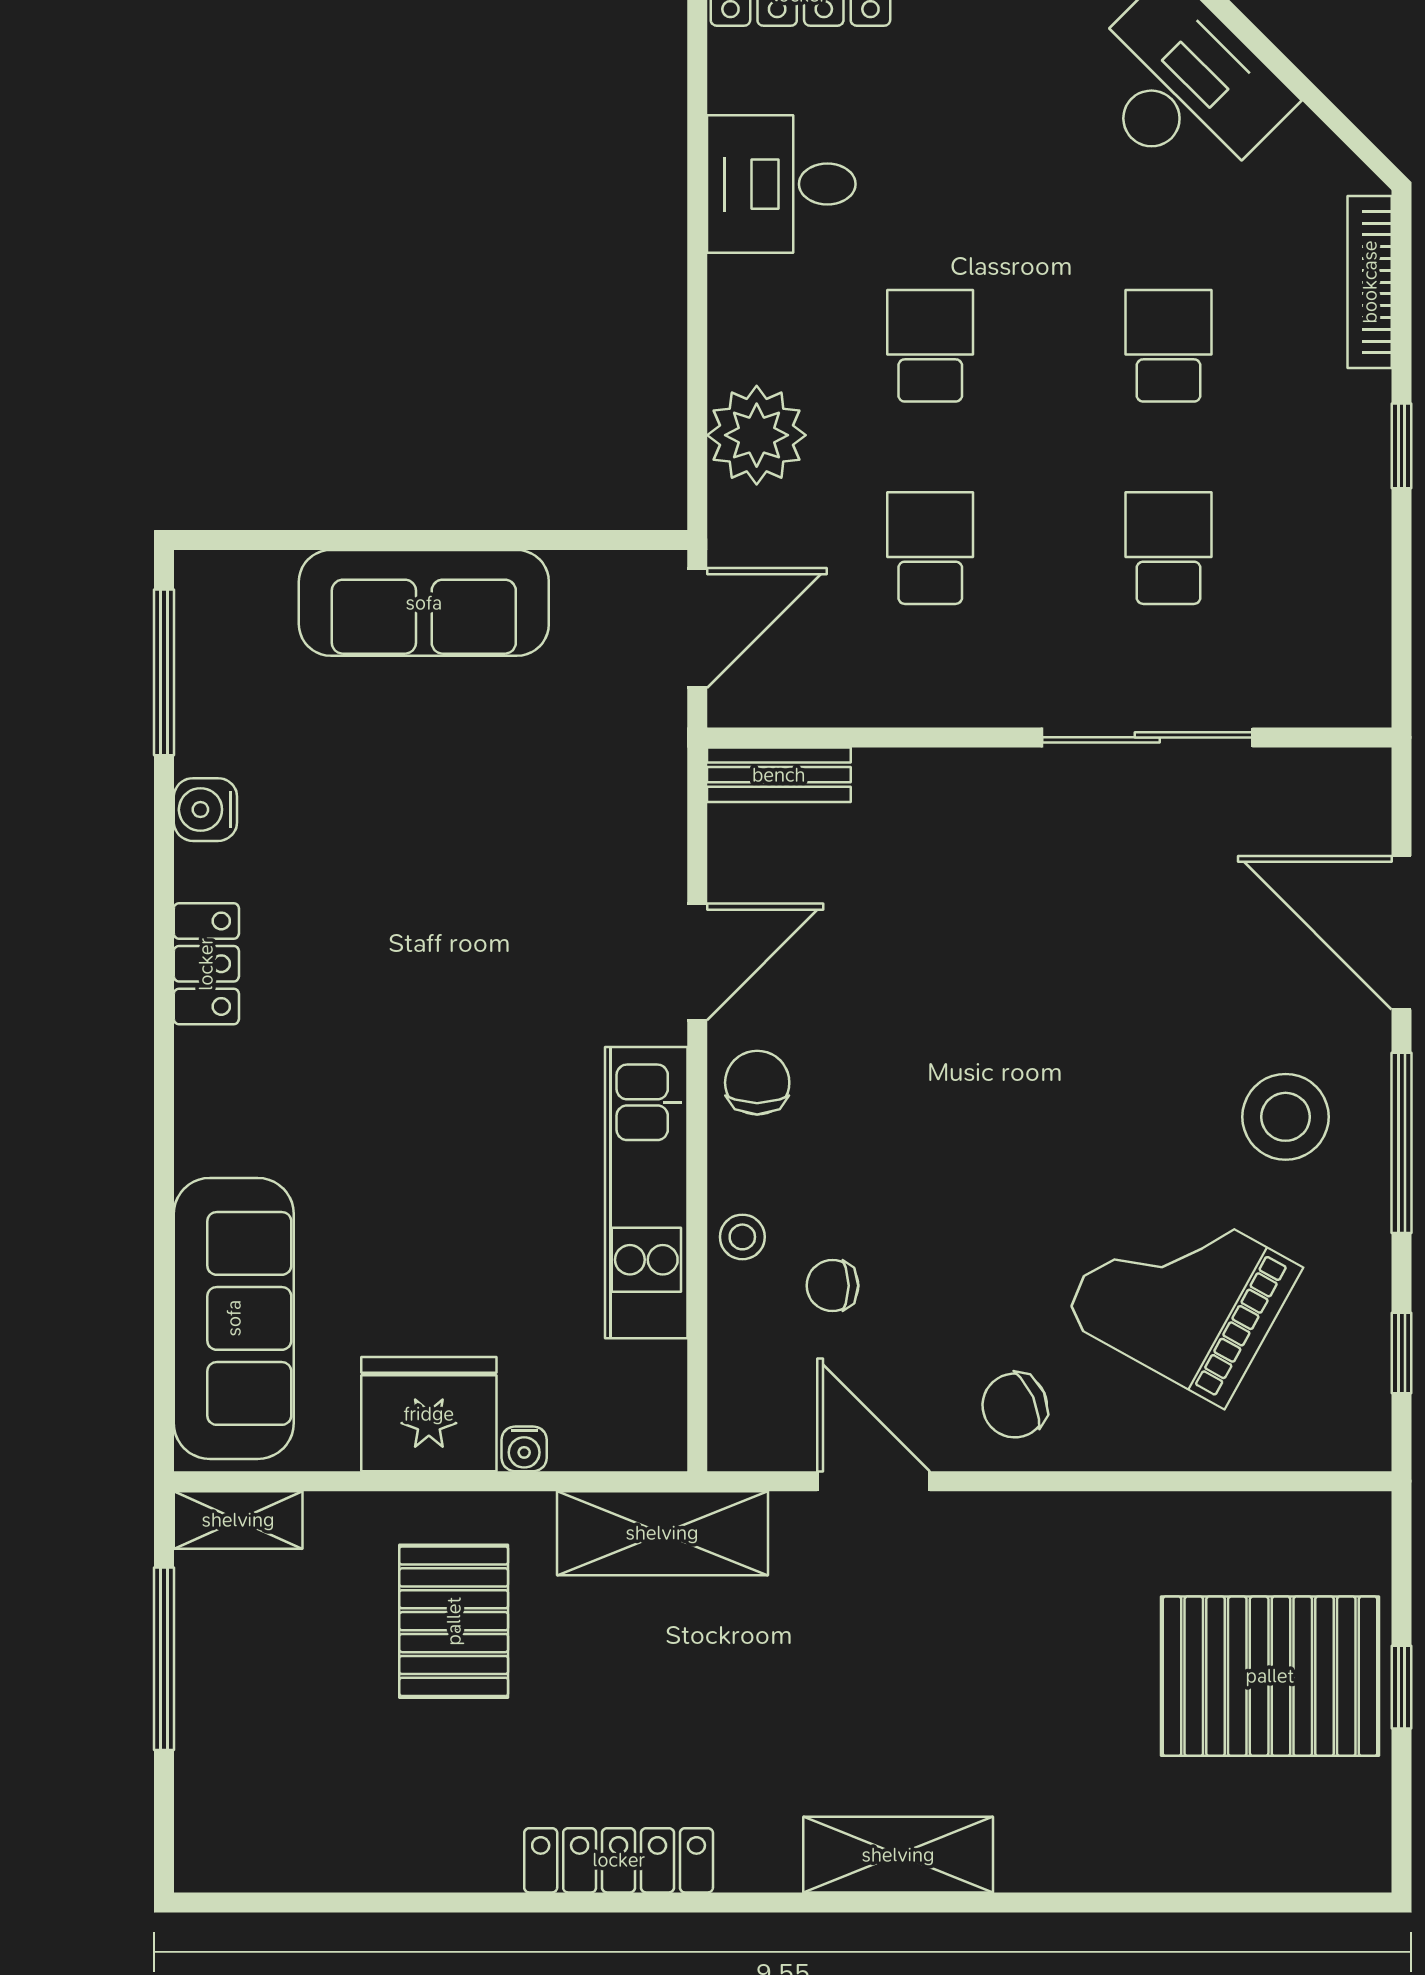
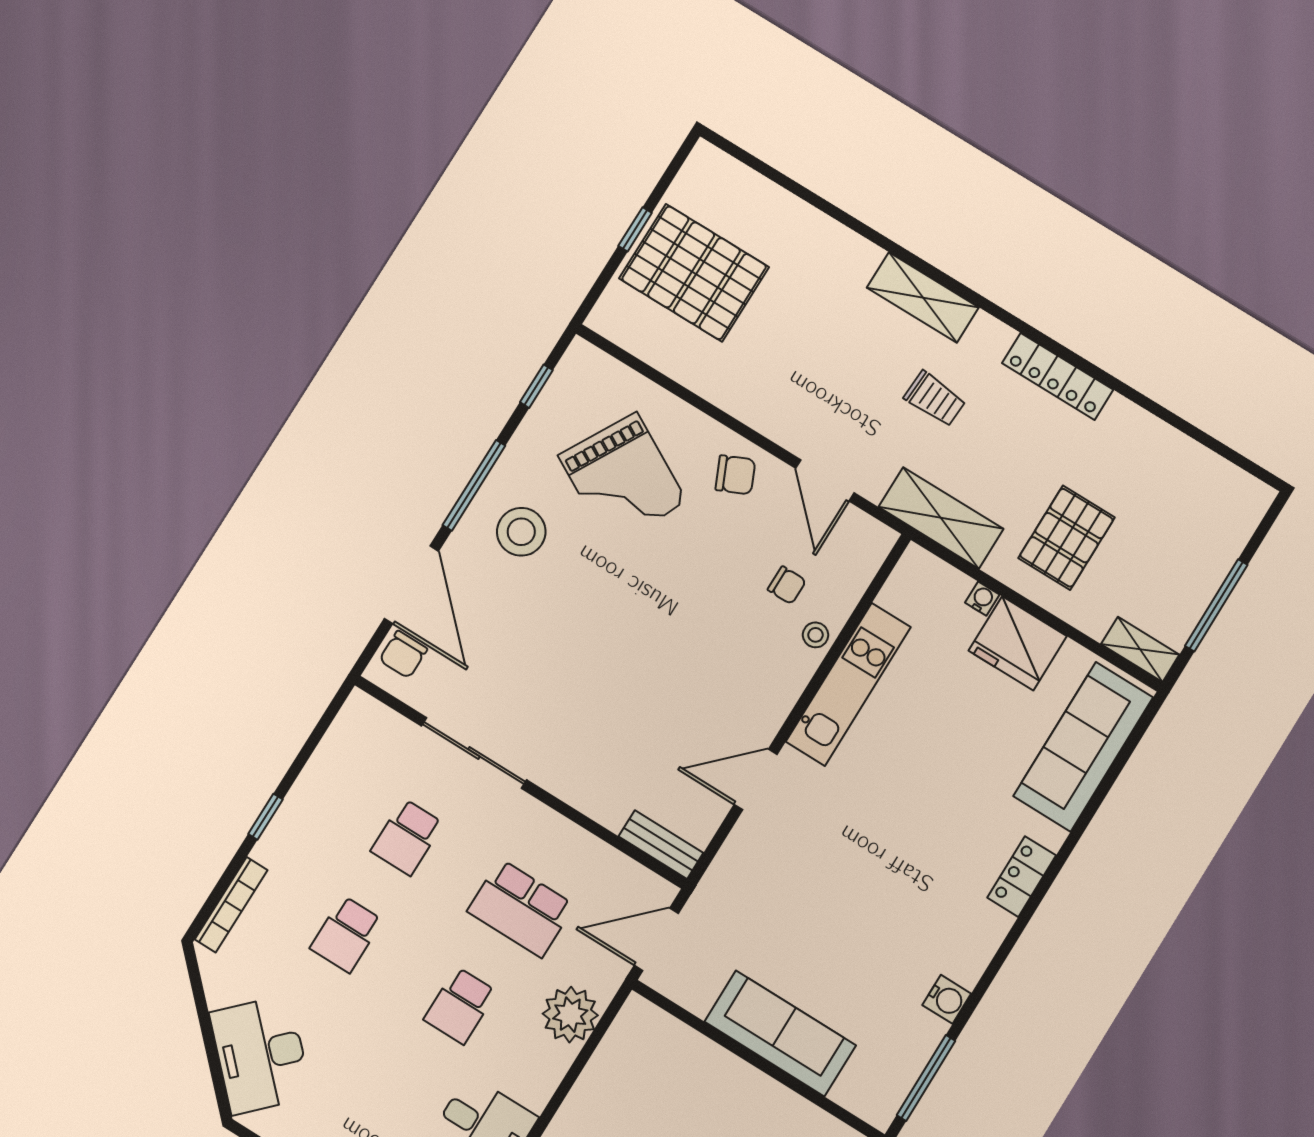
school desk: (930, 548) -> (521, 908), width x1.85
locker: (206, 964) -> (1022, 877), moved
chair: (757, 1083) -> (403, 654), moved
trolley: (784, 1710) -> (935, 399), added

